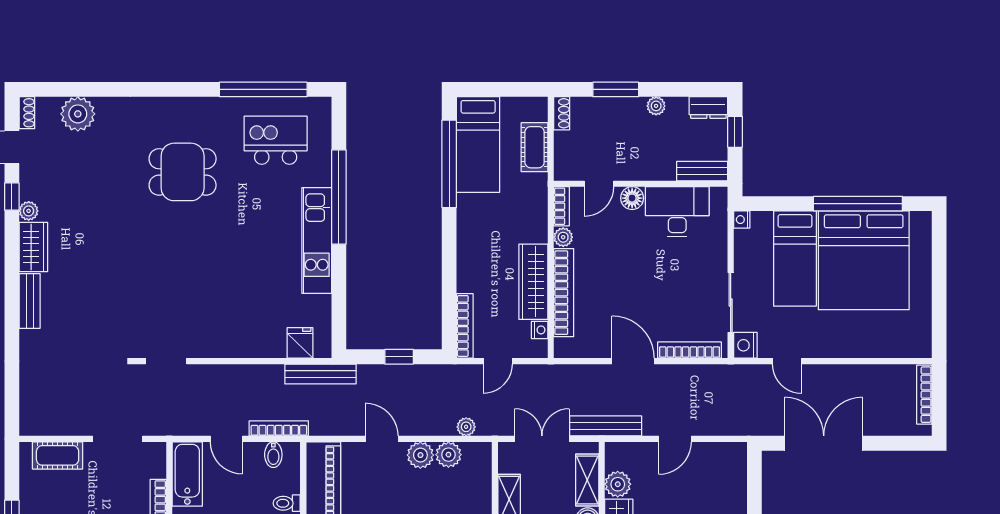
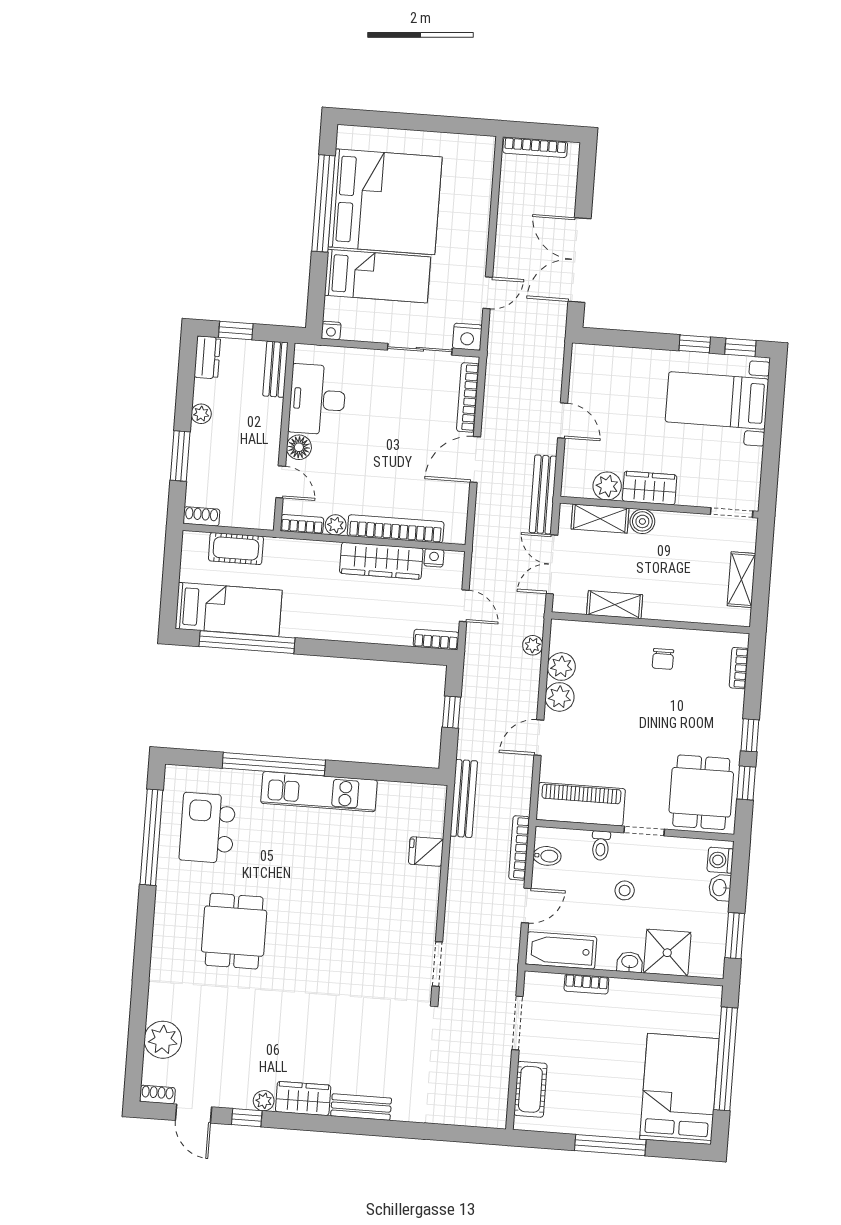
bookcase: (465, 326) -> (436, 639), width x0.64
fridge: (300, 343) -> (426, 852), moved

